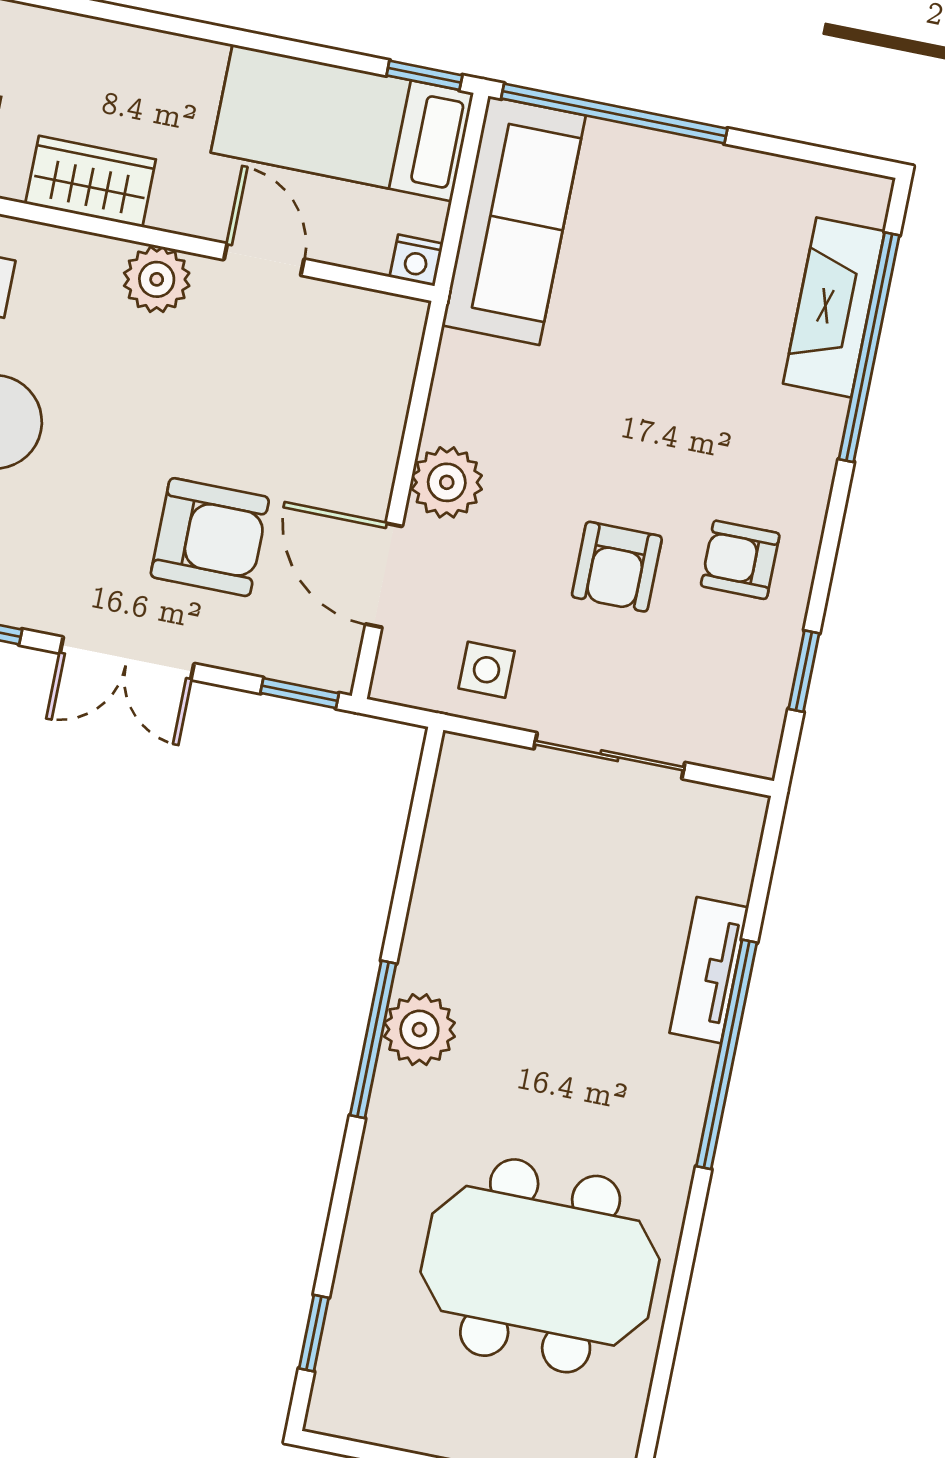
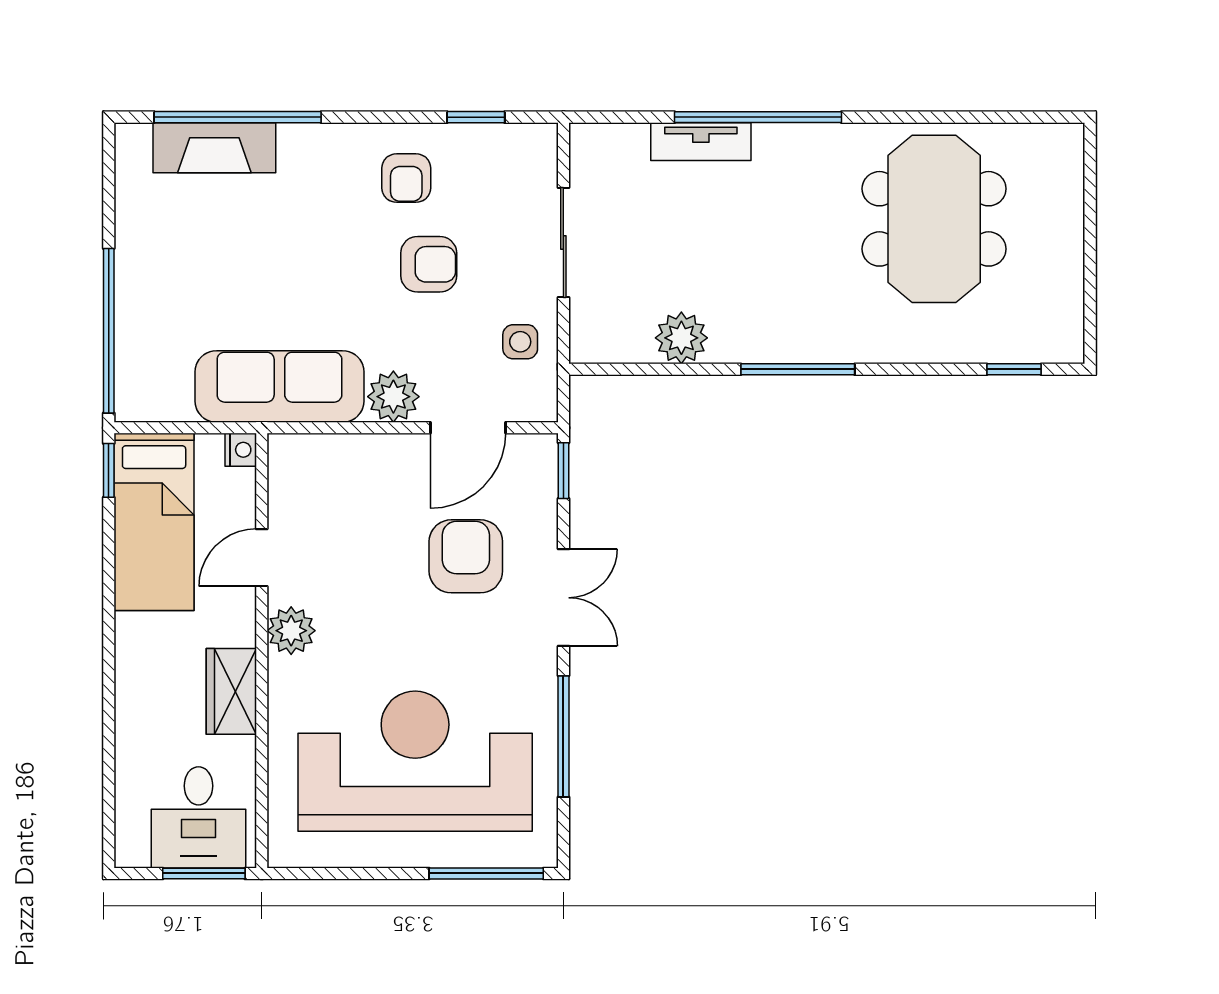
sofa: (514, 220) -> (279, 386), moved
plant: (419, 1030) -> (681, 338), moved

